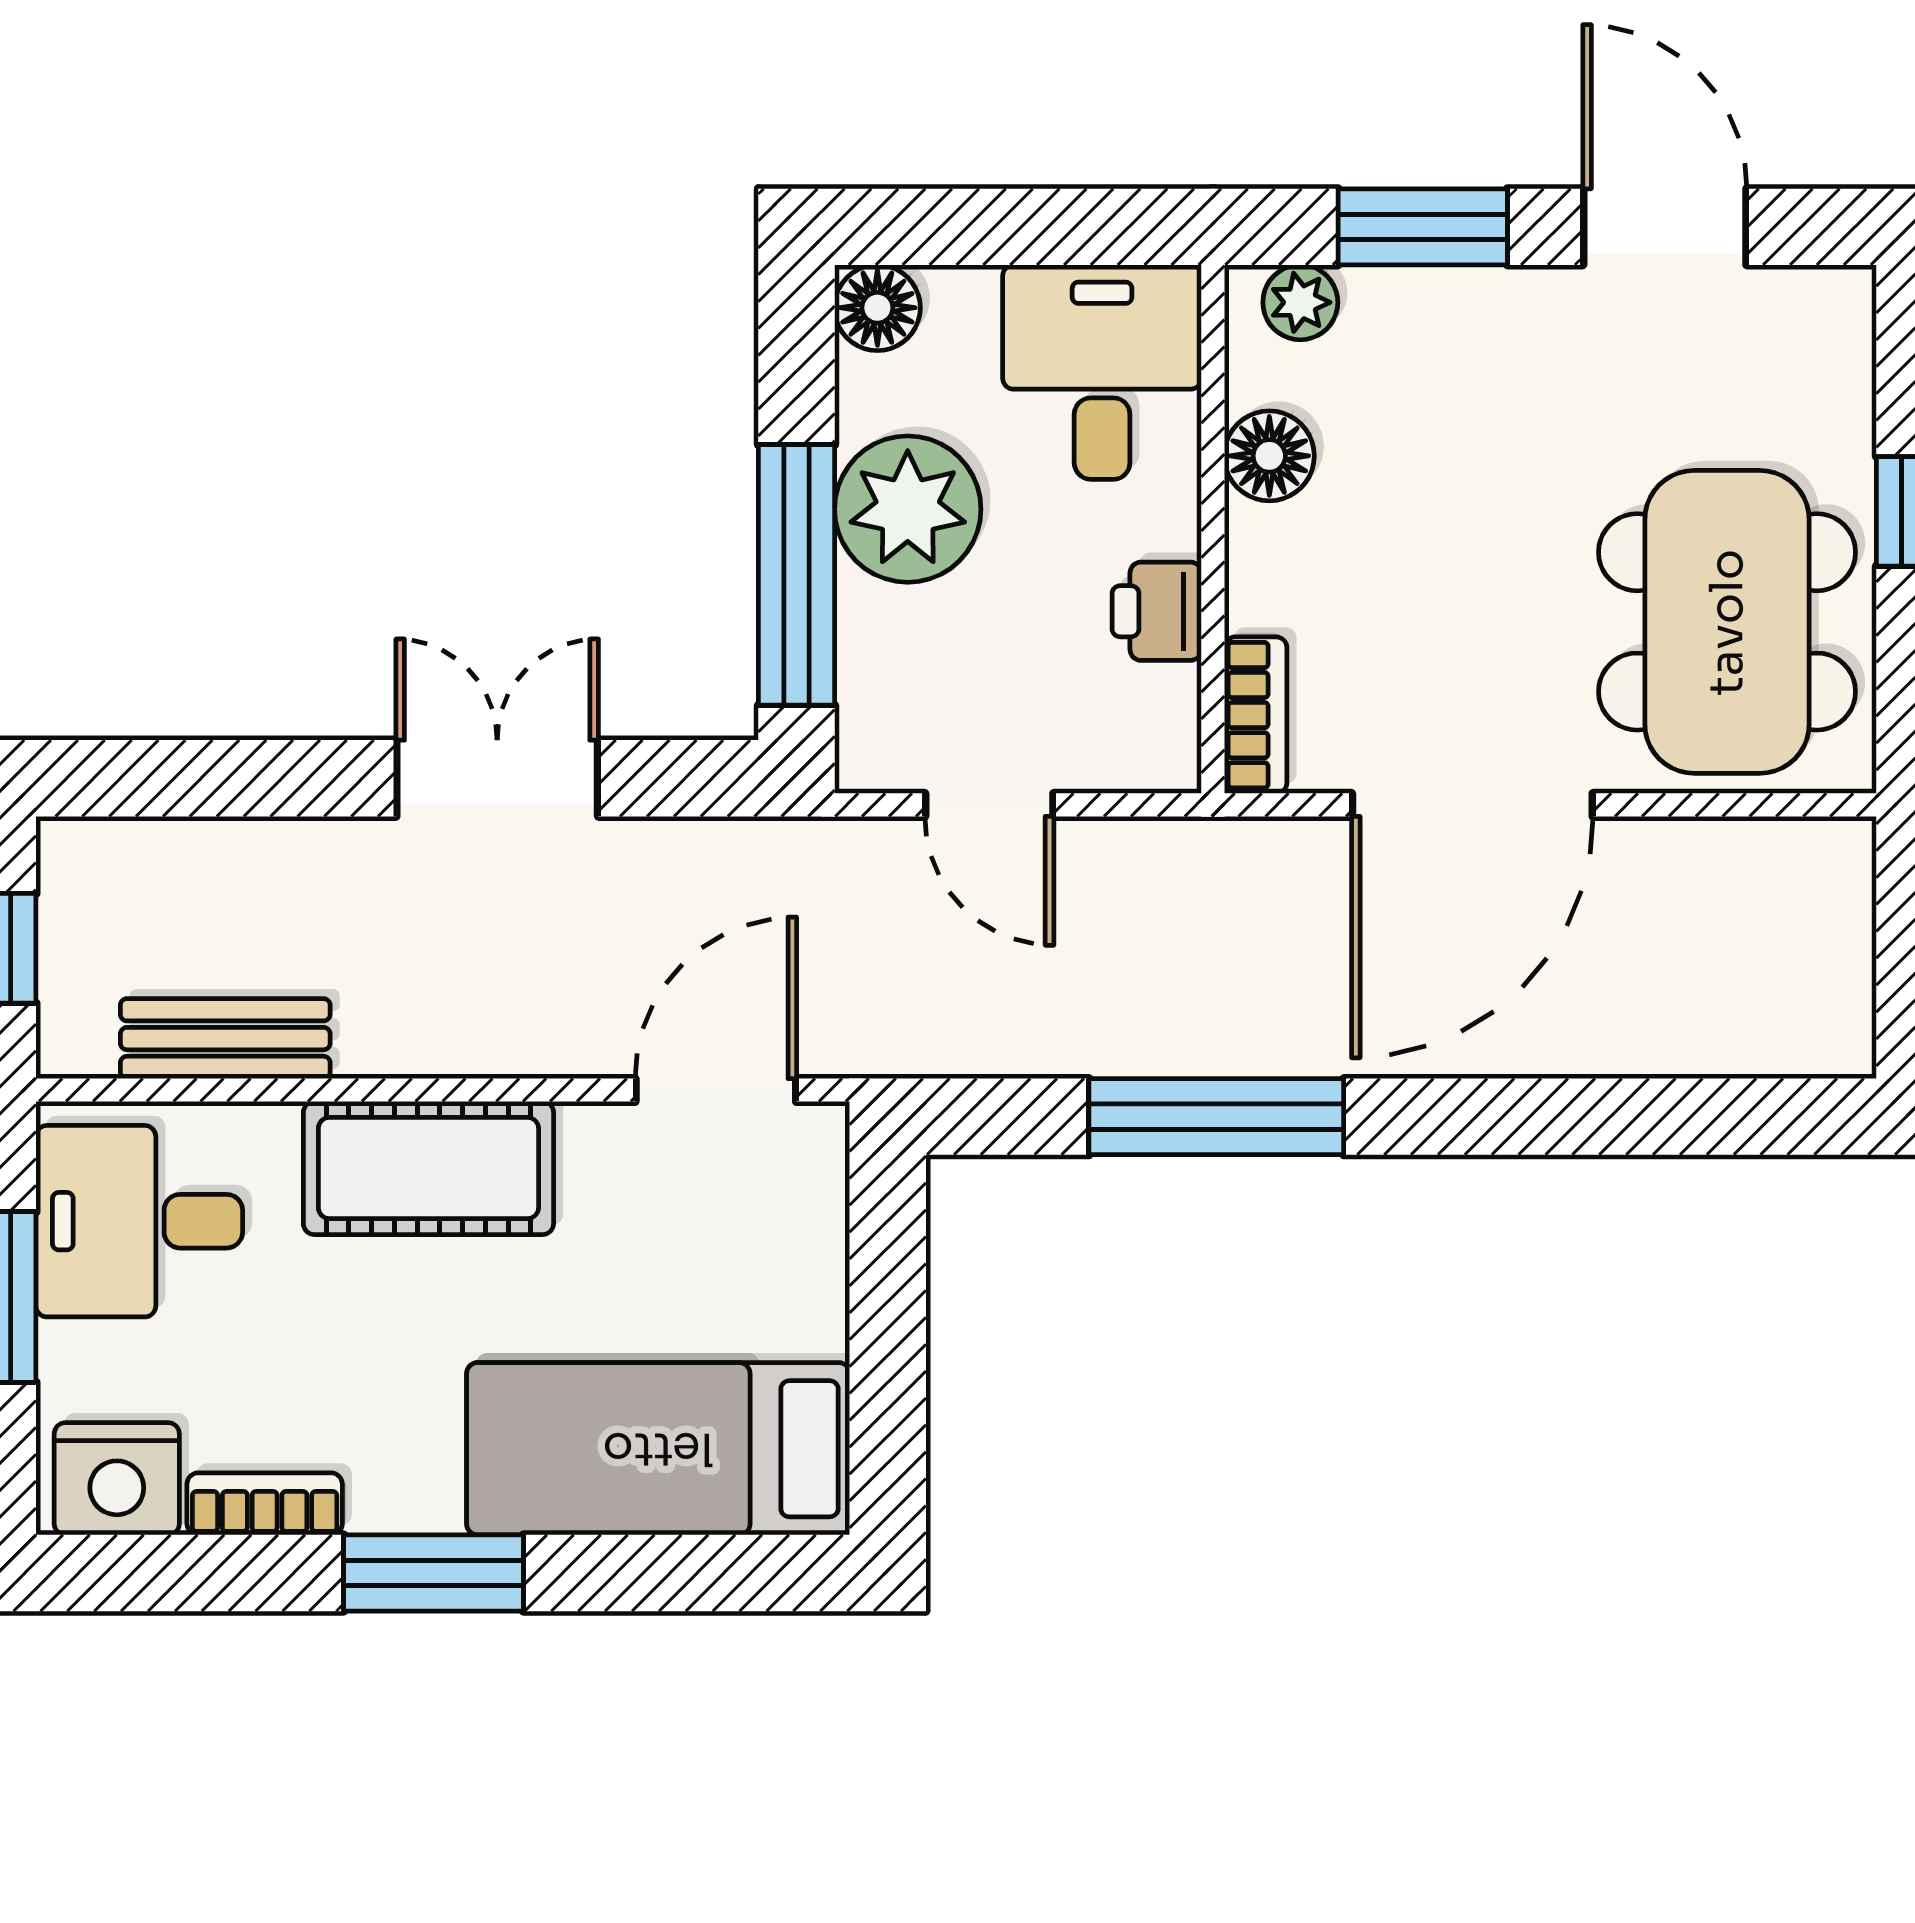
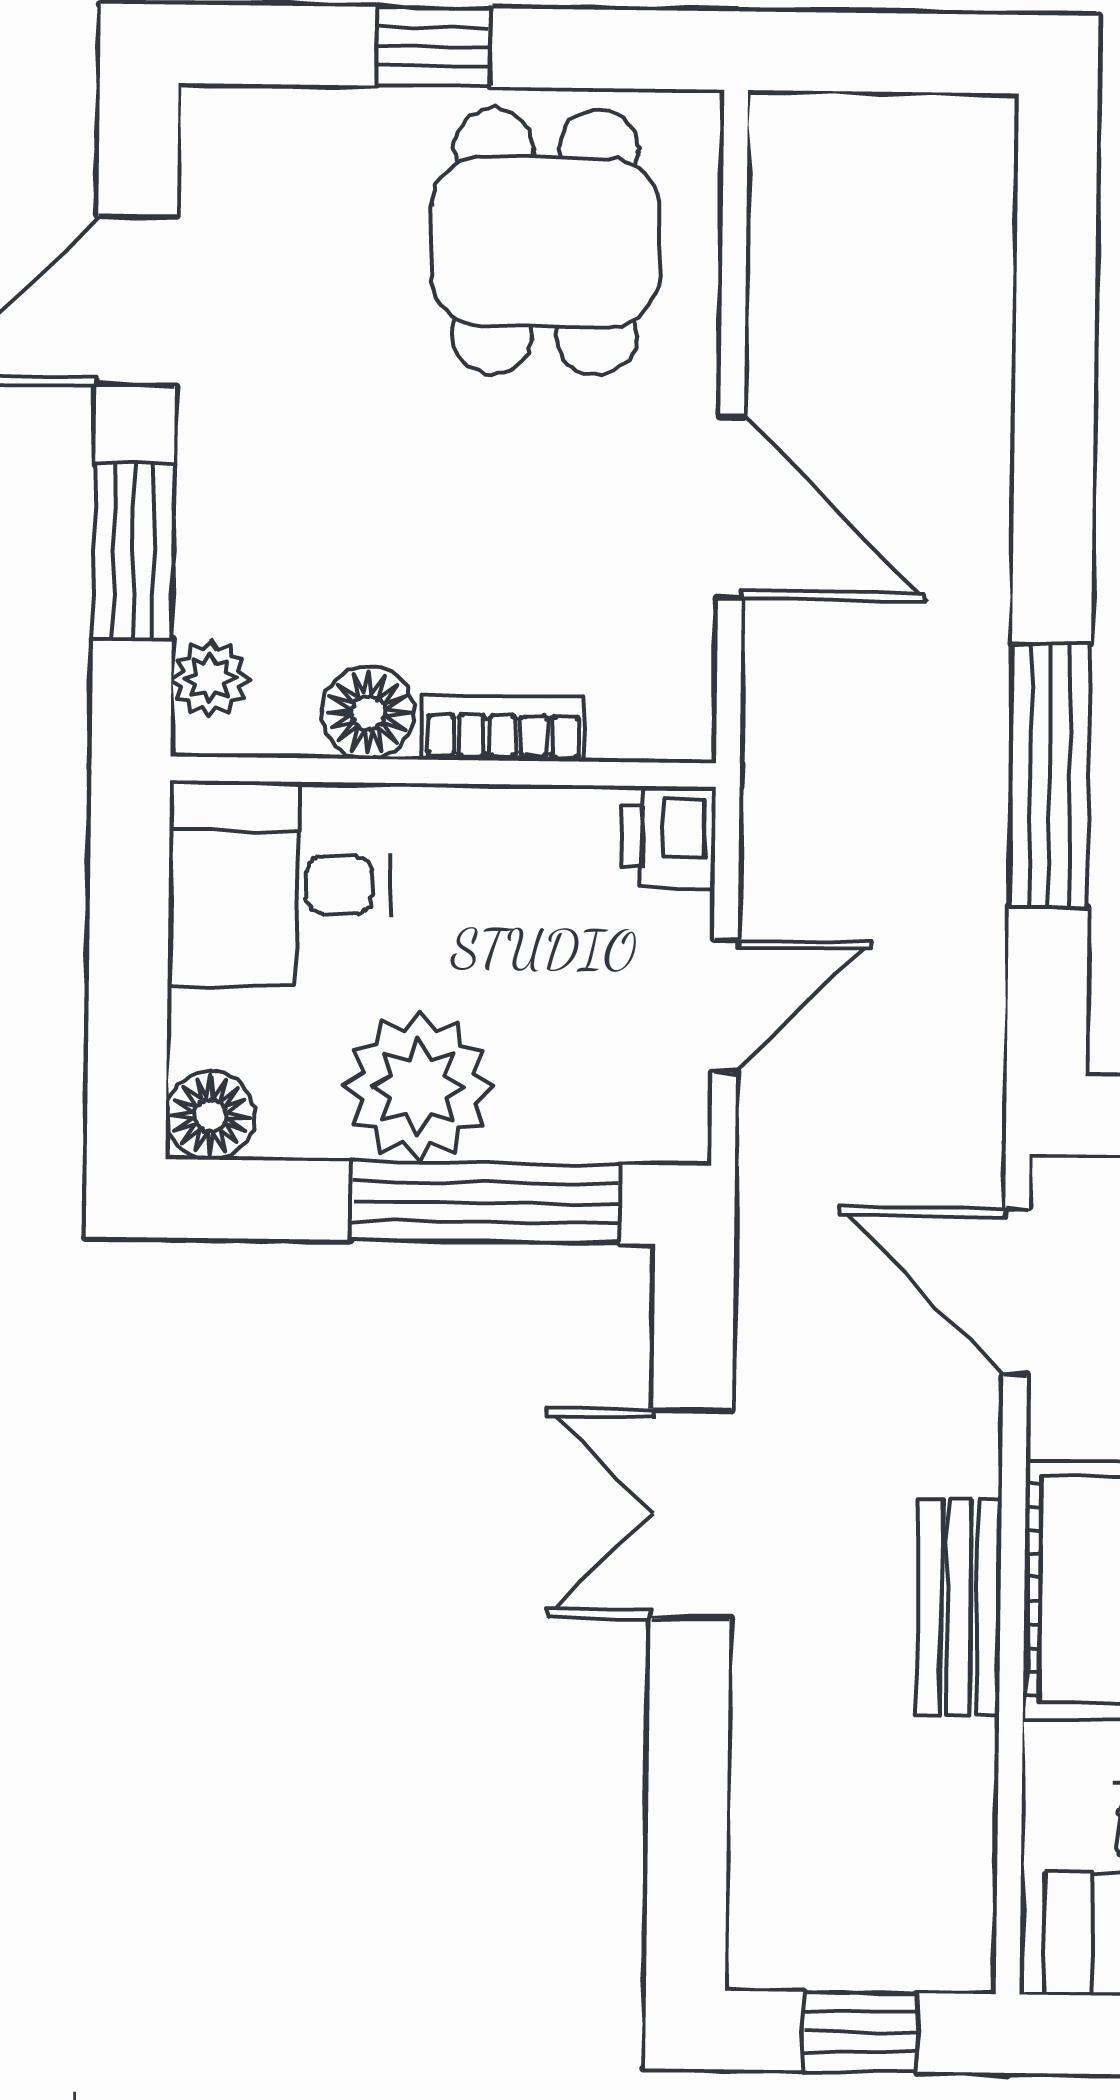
printer: (1157, 611) -> (669, 837), moved, turned 90
dining table: (1727, 622) -> (545, 242), width x0.73
bookcase: (1256, 715) -> (503, 728), moved
door: (1472, 805) -> (731, 507), width x0.73
bench: (225, 1039) -> (959, 1607), moved

